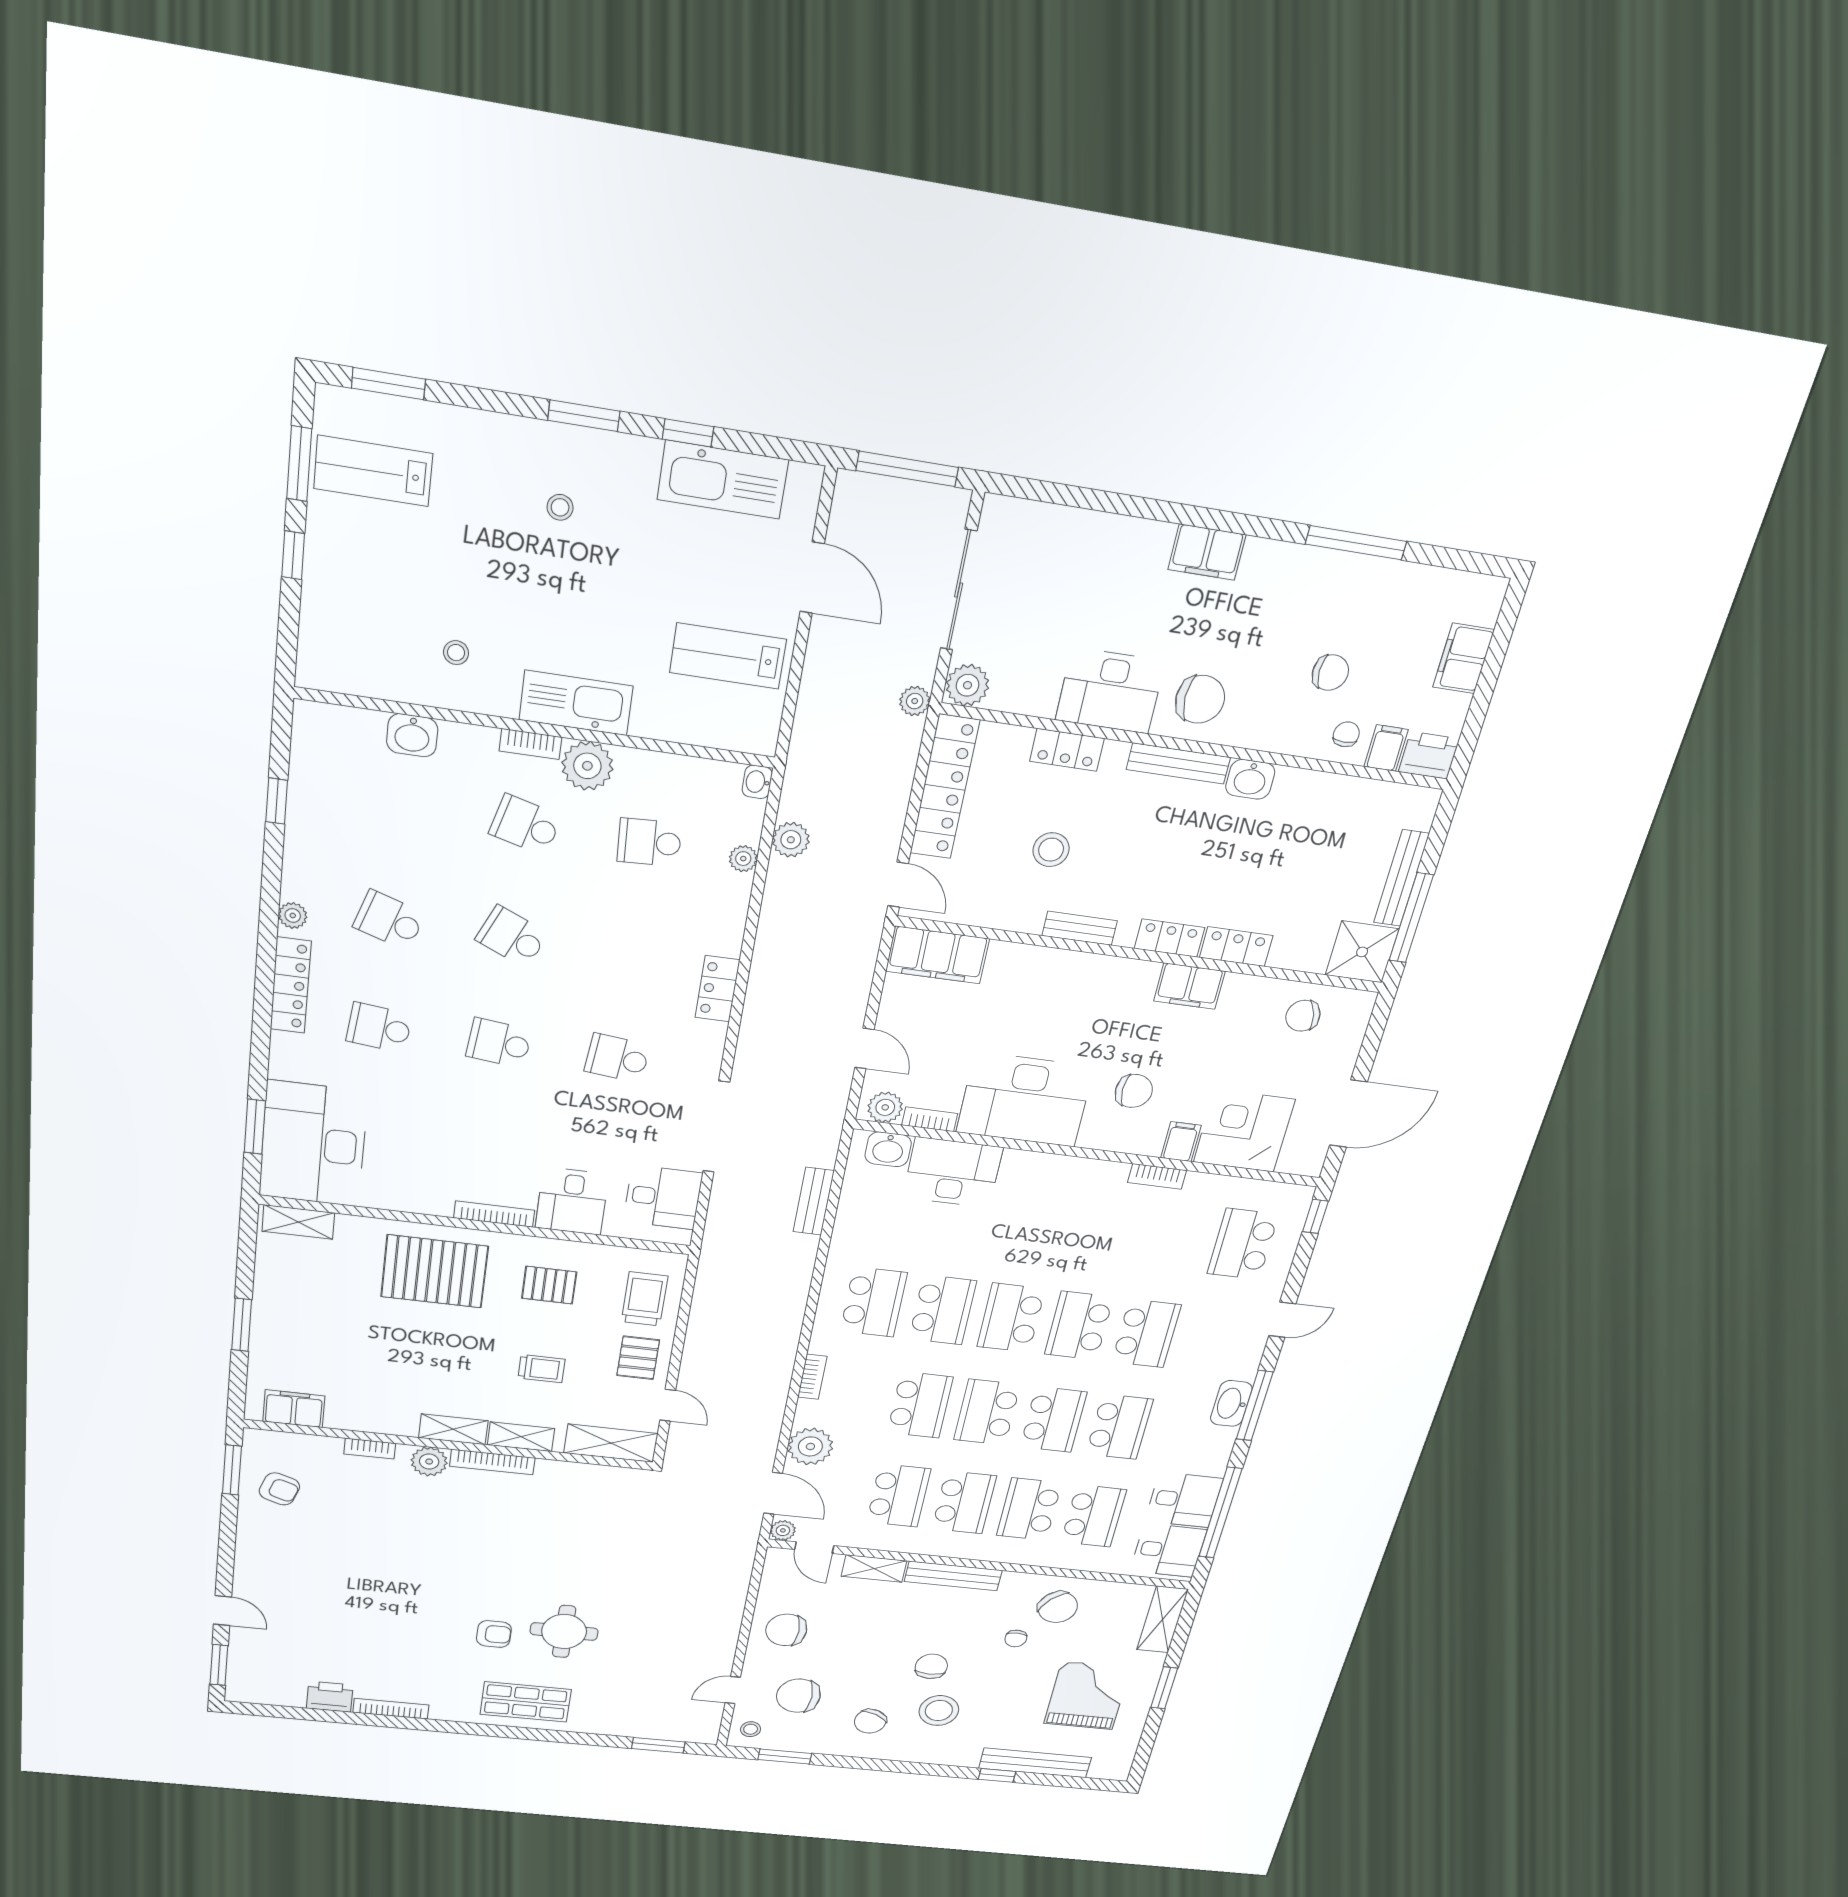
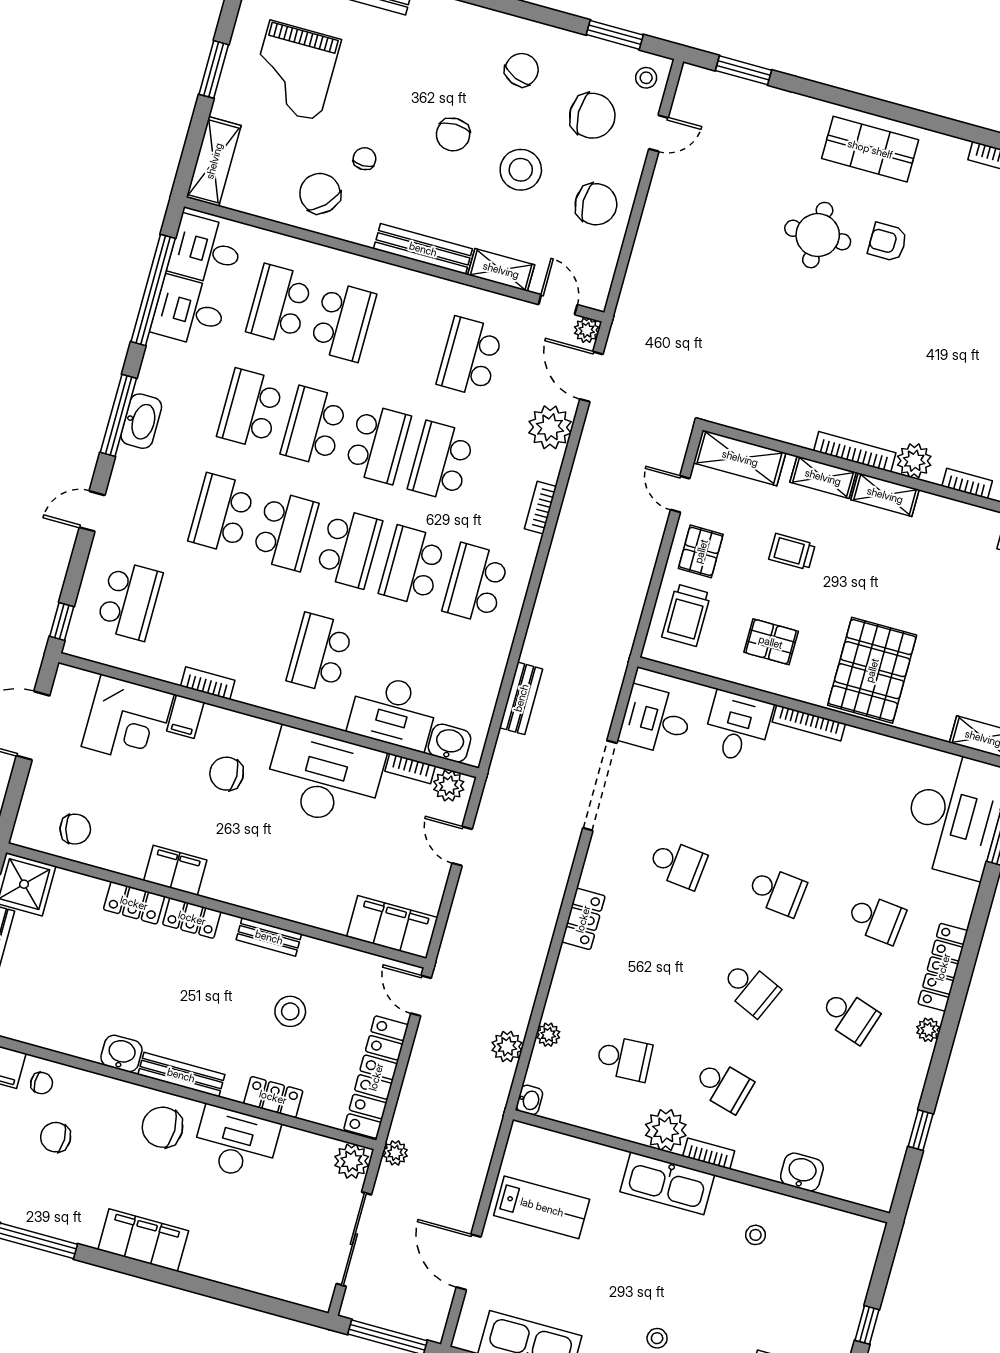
filing cabinet: (1207, 552) -> (143, 1240), width x1.50, depth x1.17
chair: (1346, 734) -> (42, 1083), turned -90
pallet: (435, 1271) -> (872, 670), turned 90
school desk: (964, 1502) -> (320, 653), moved
stool: (939, 1711) -> (521, 170), moved

